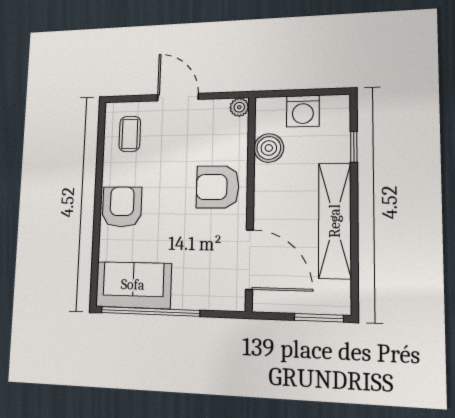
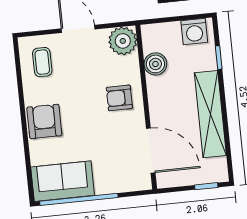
plant: (239, 107) -> (123, 41), width x1.88, depth x1.88
washing machine: (303, 111) -> (194, 31), moved
armchair: (218, 187) -> (119, 98), width x0.72, depth x0.72
window: (319, 318) -> (206, 186), width x0.67

